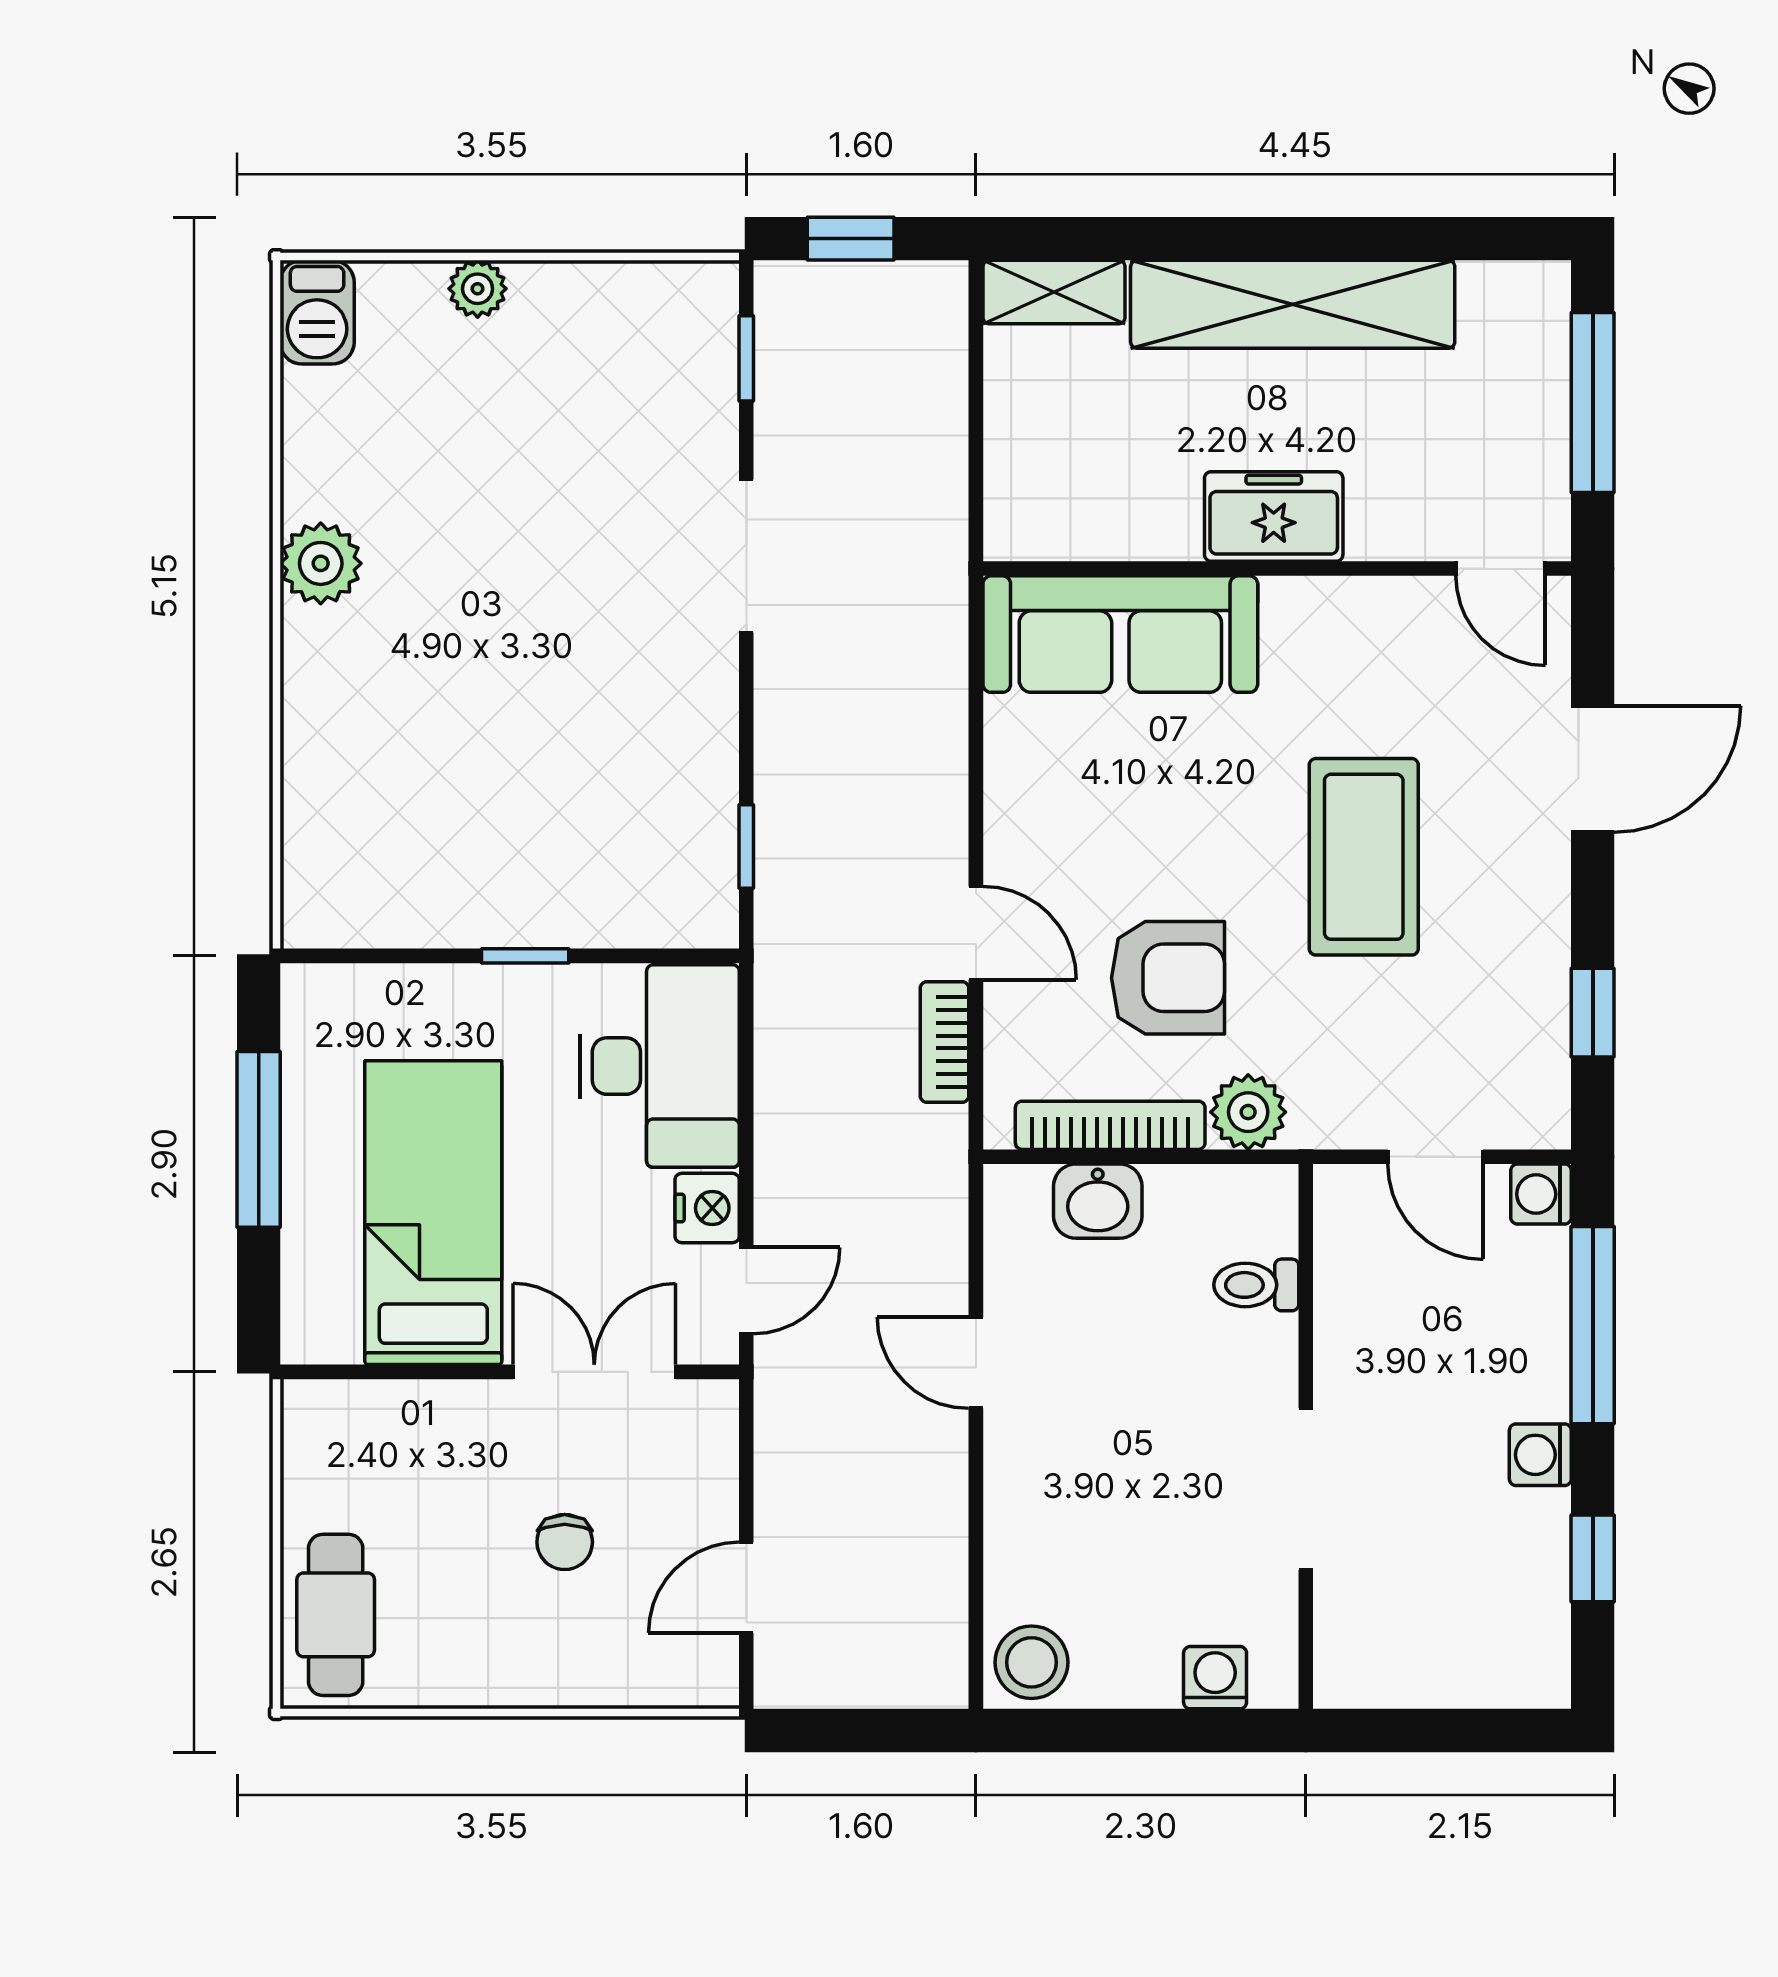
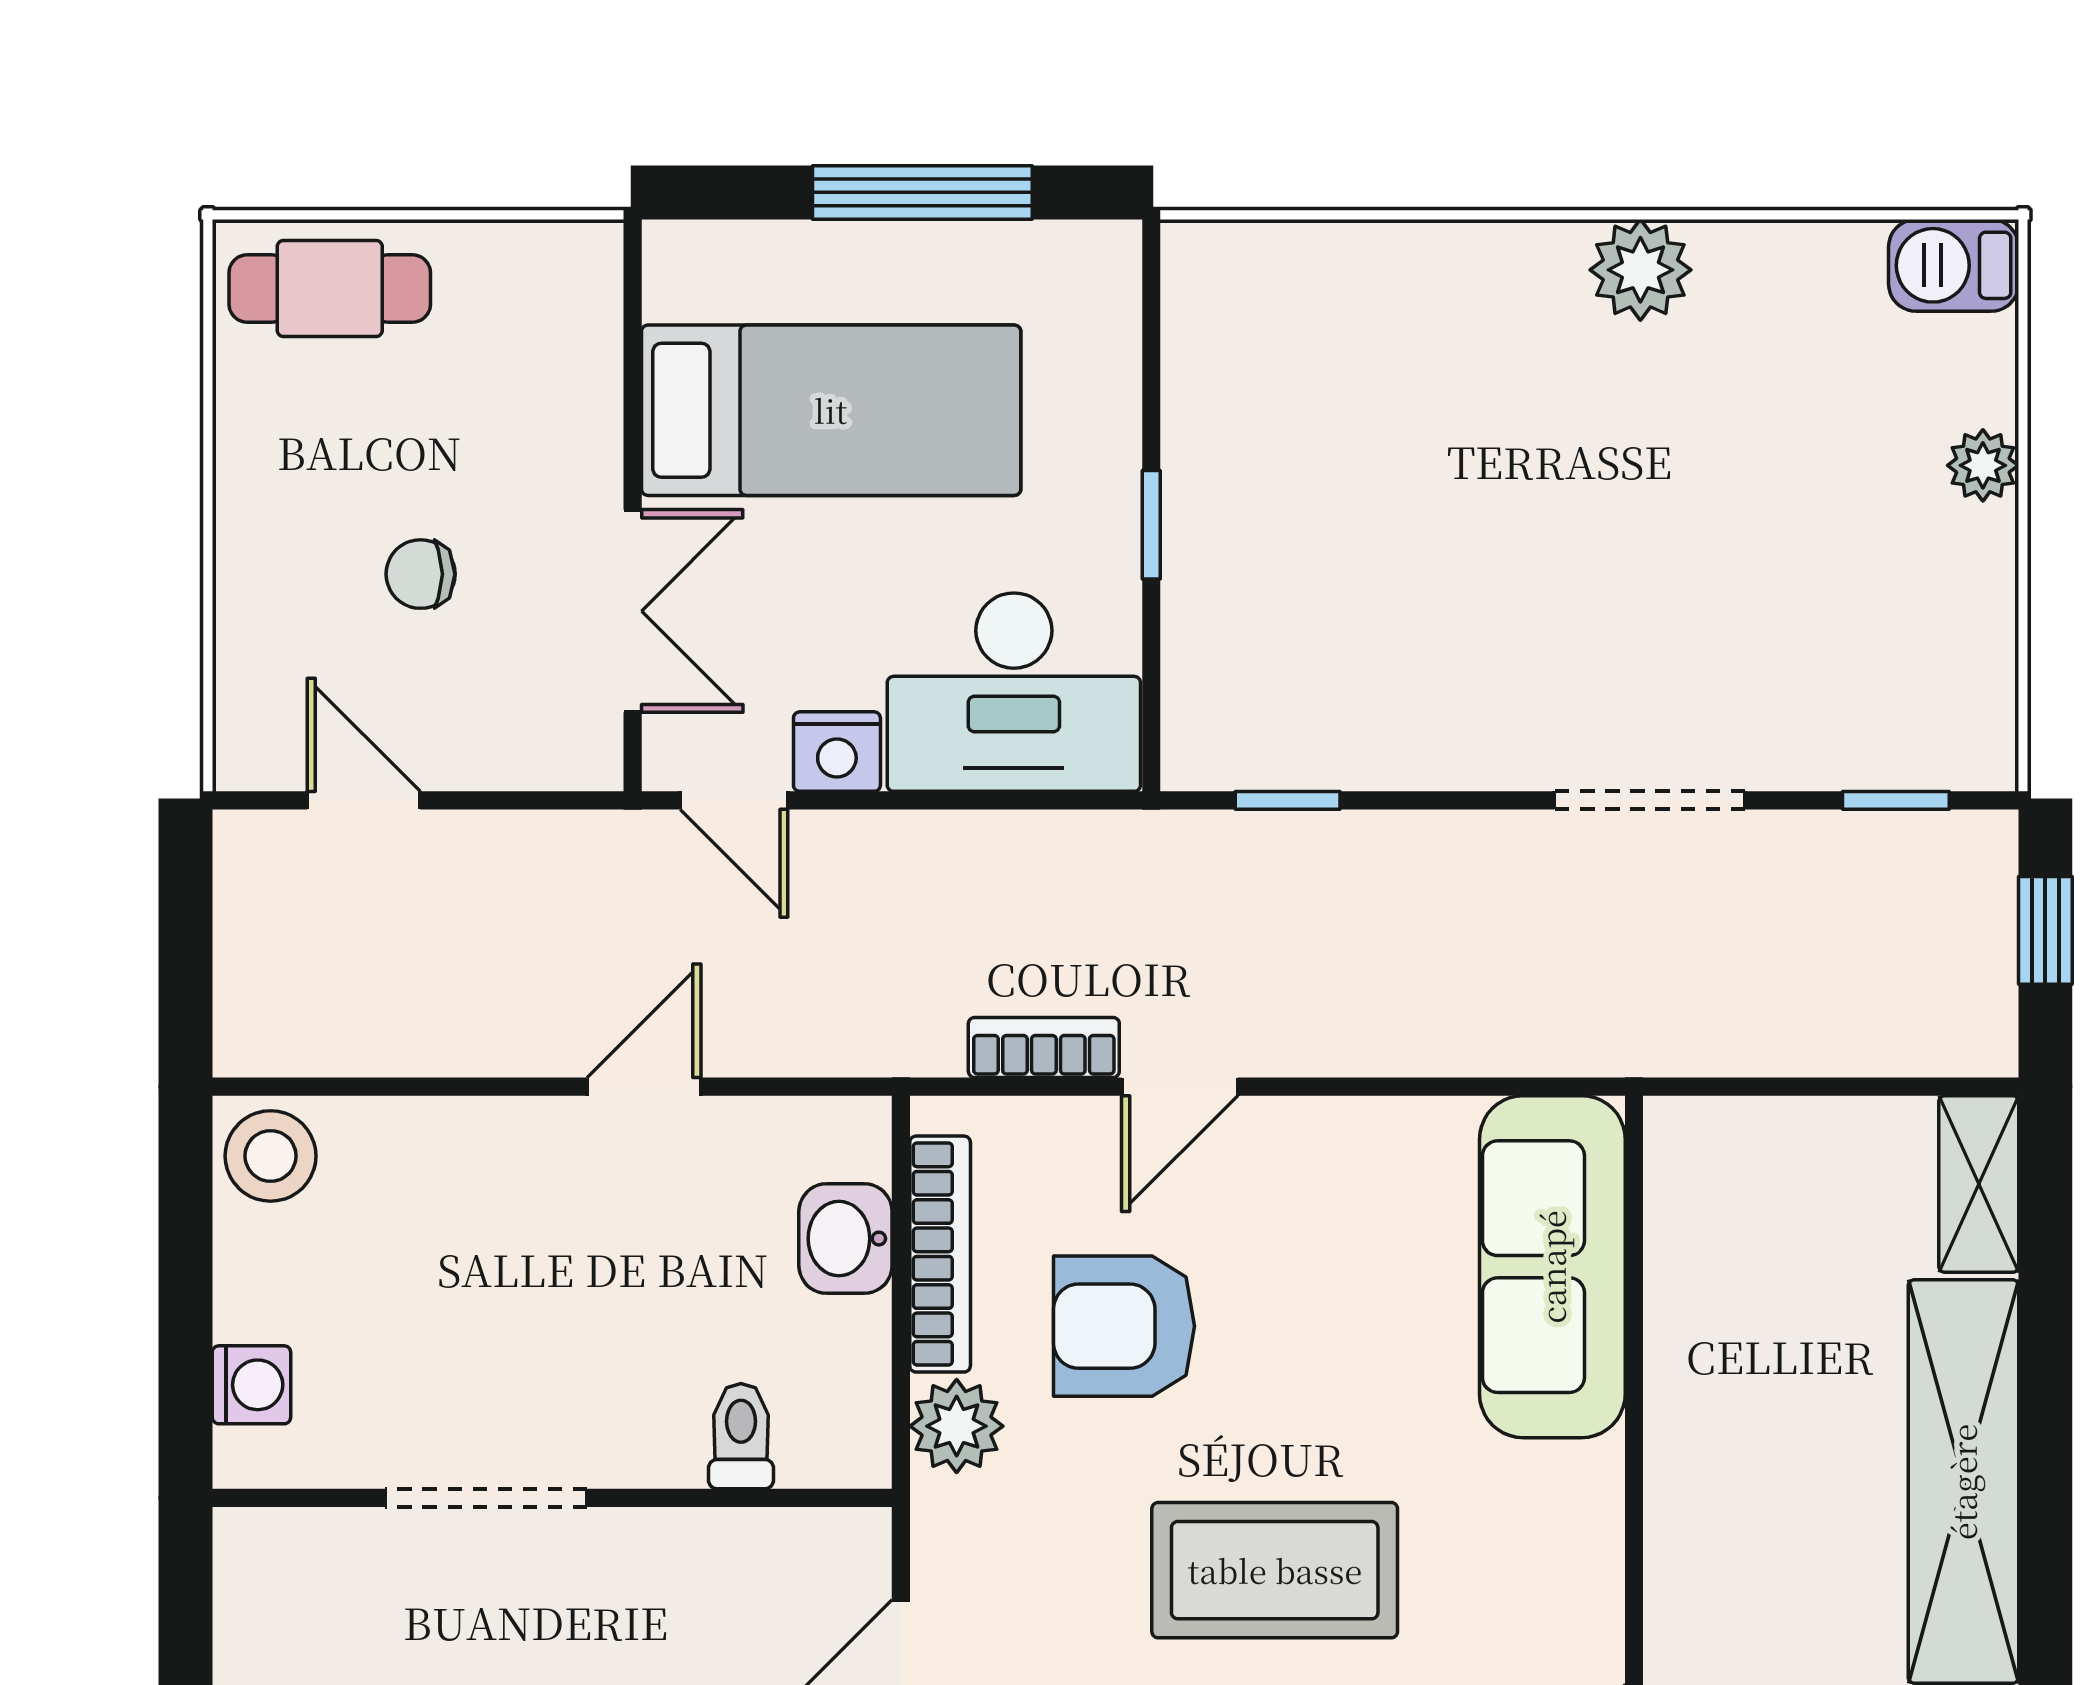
freezer: (1274, 516) -> (1699, 1458), removed
armchair: (1168, 978) -> (1124, 1326), turned 90

